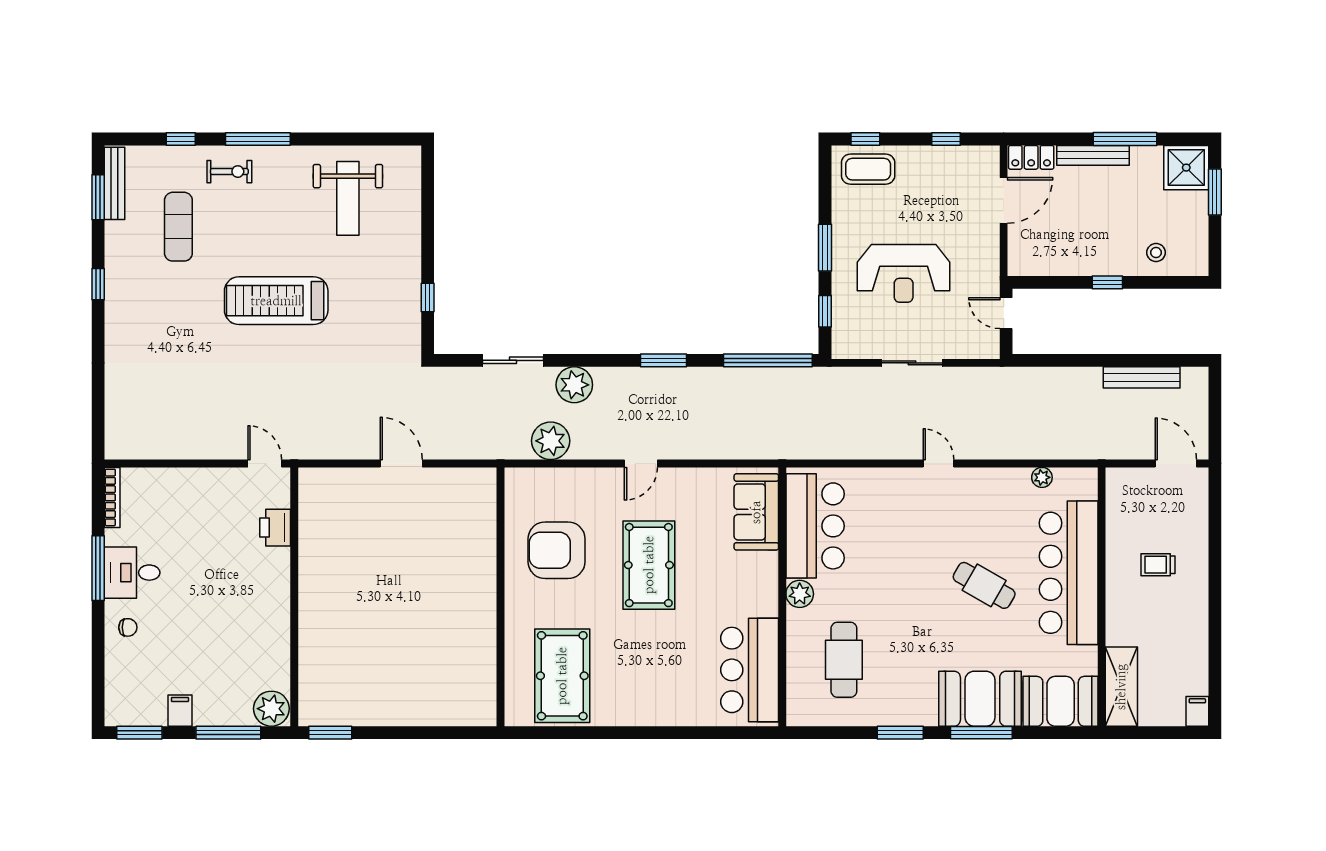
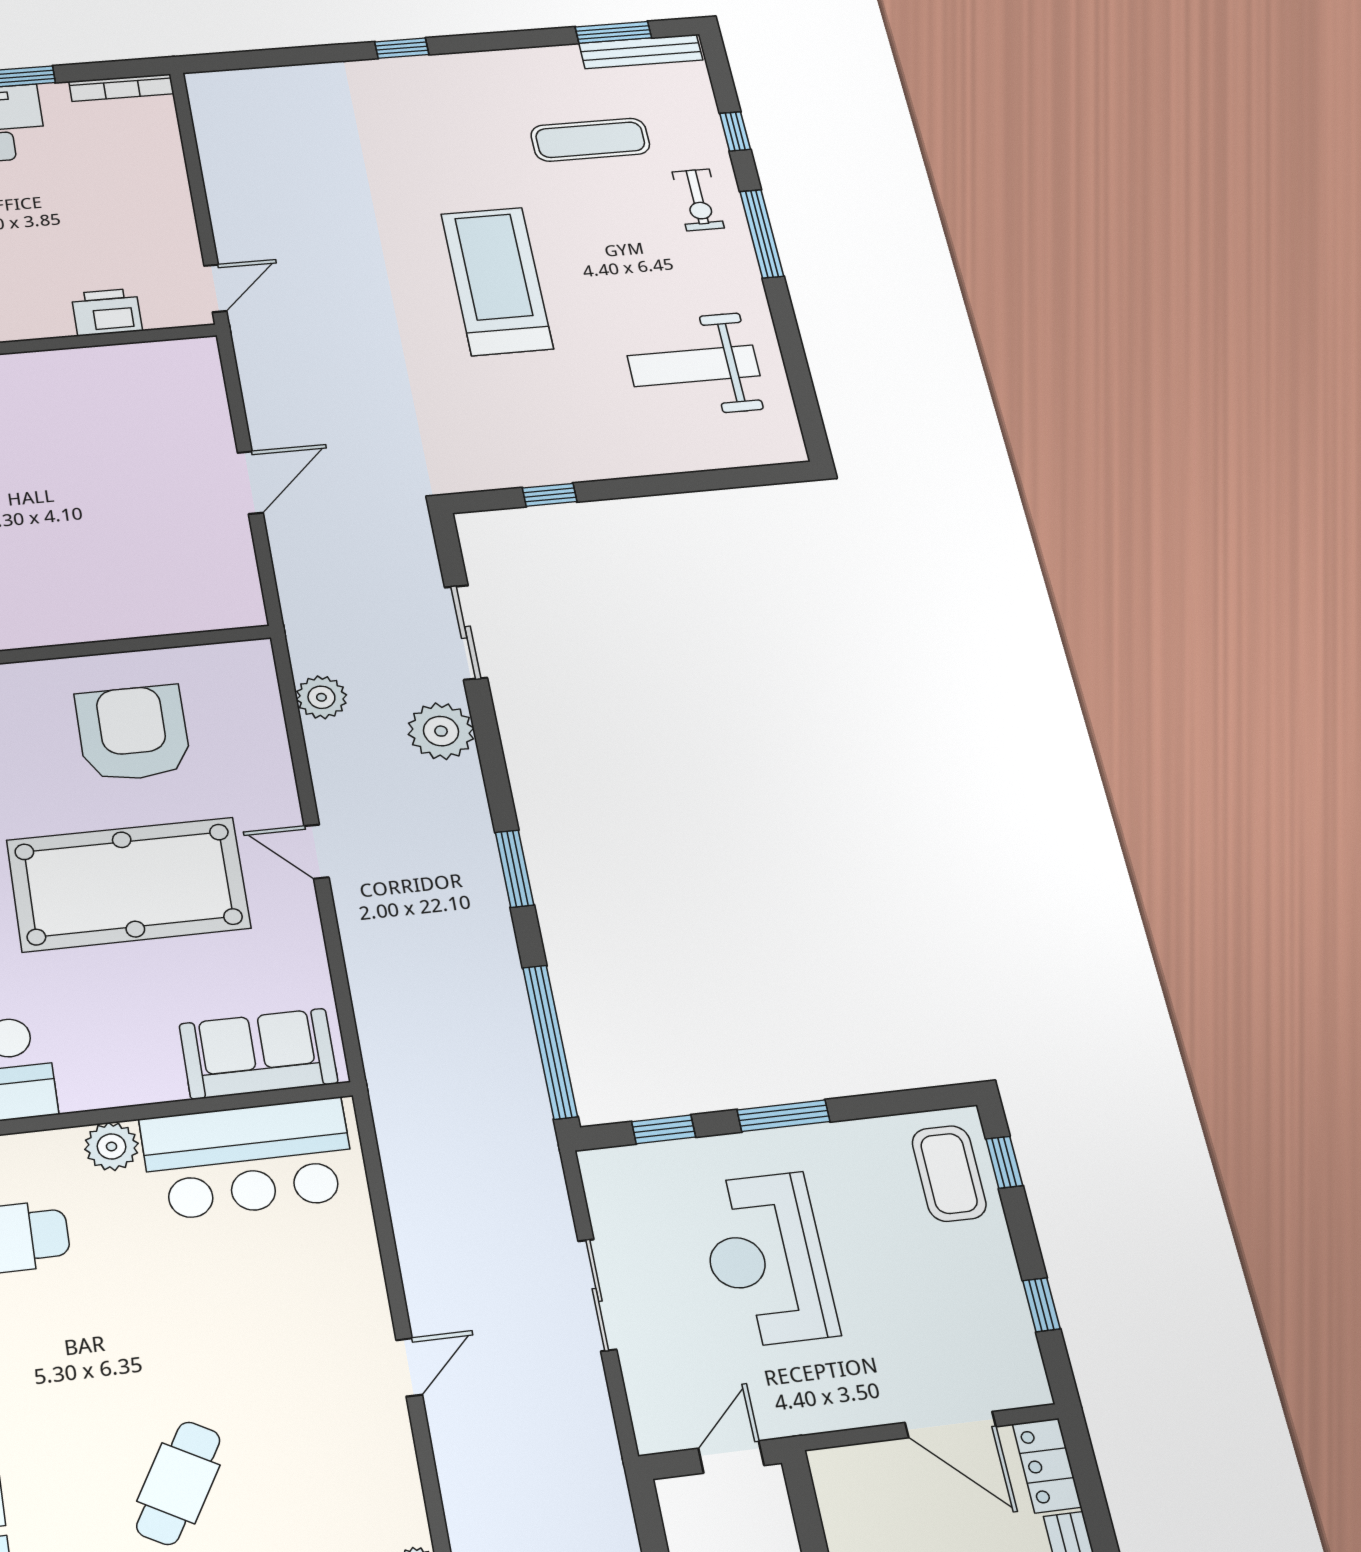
window: (98, 284) -> (402, 48), moved
plant: (551, 441) -> (321, 697), width x0.73, depth x0.73
pool table: (649, 565) -> (128, 884), width x1.36, depth x1.32

